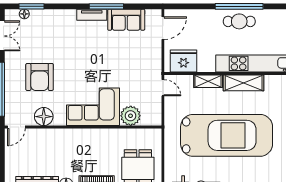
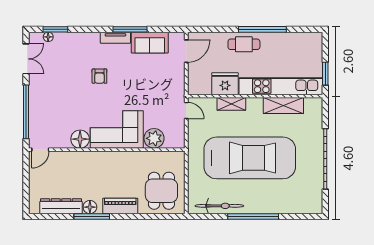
cafe table: (239, 21) -> (244, 44), moved
fridge: (184, 61) -> (225, 84), moved
armchair: (40, 77) -> (99, 76), moved, width x0.53, depth x0.53
shelving: (244, 83) -> (283, 106), moved
floor lamp: (44, 117) -> (80, 139), moved

